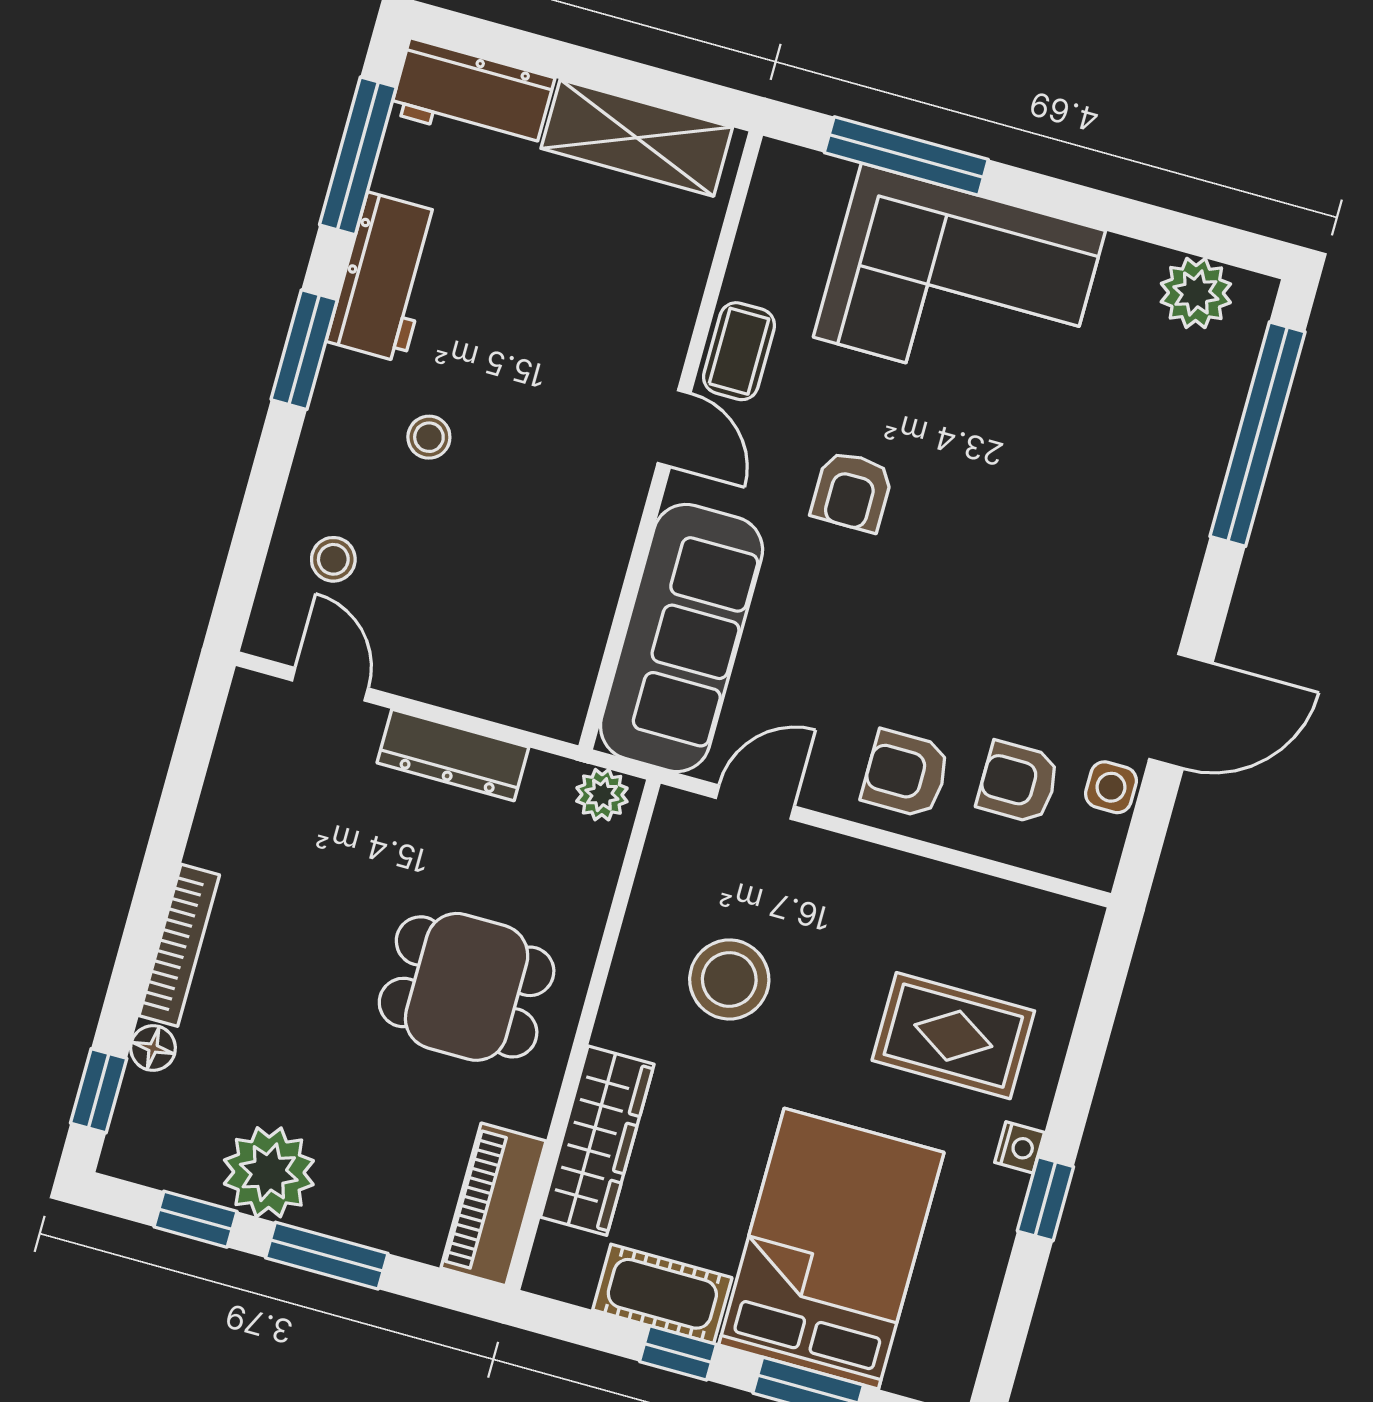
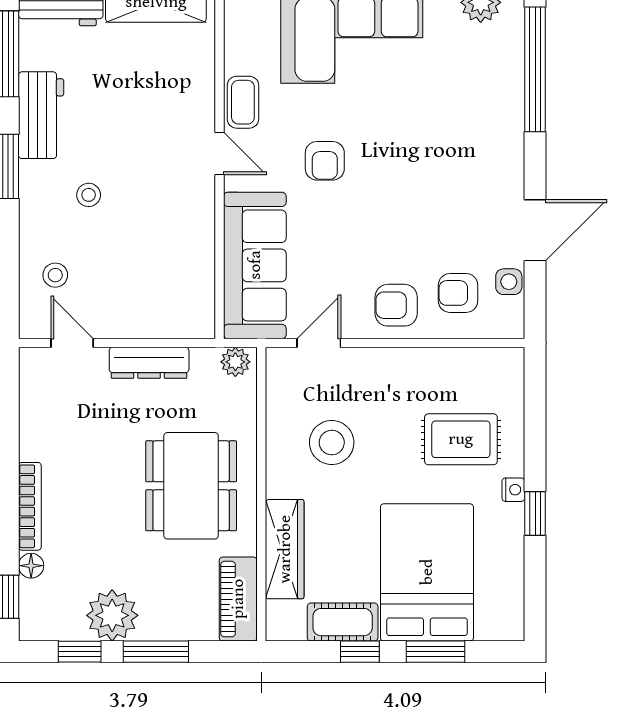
dining table: (467, 987) -> (191, 486), width x1.38

